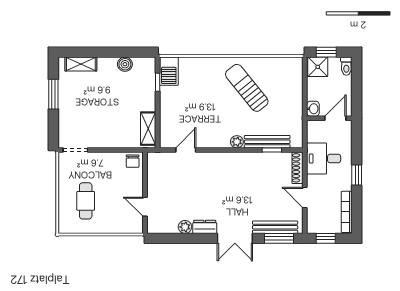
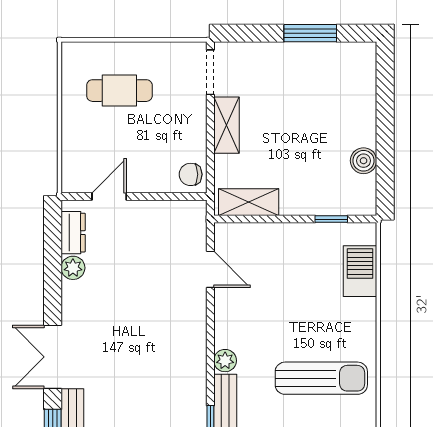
shelving: (81, 64) -> (226, 125), moved
barbecue: (169, 71) -> (360, 271), moved, turned 90
sun lounger: (247, 88) -> (321, 378), turned 39
dresser: (205, 227) -> (73, 233), moved

